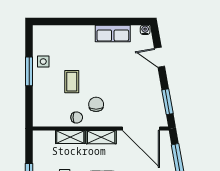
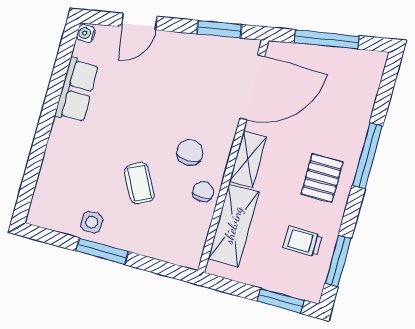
coffee table: (72, 82) -> (139, 183), turned 62
chair: (96, 104) -> (190, 152), turned 90
shelving: (70, 137) -> (233, 225), width x1.50, depth x1.33

